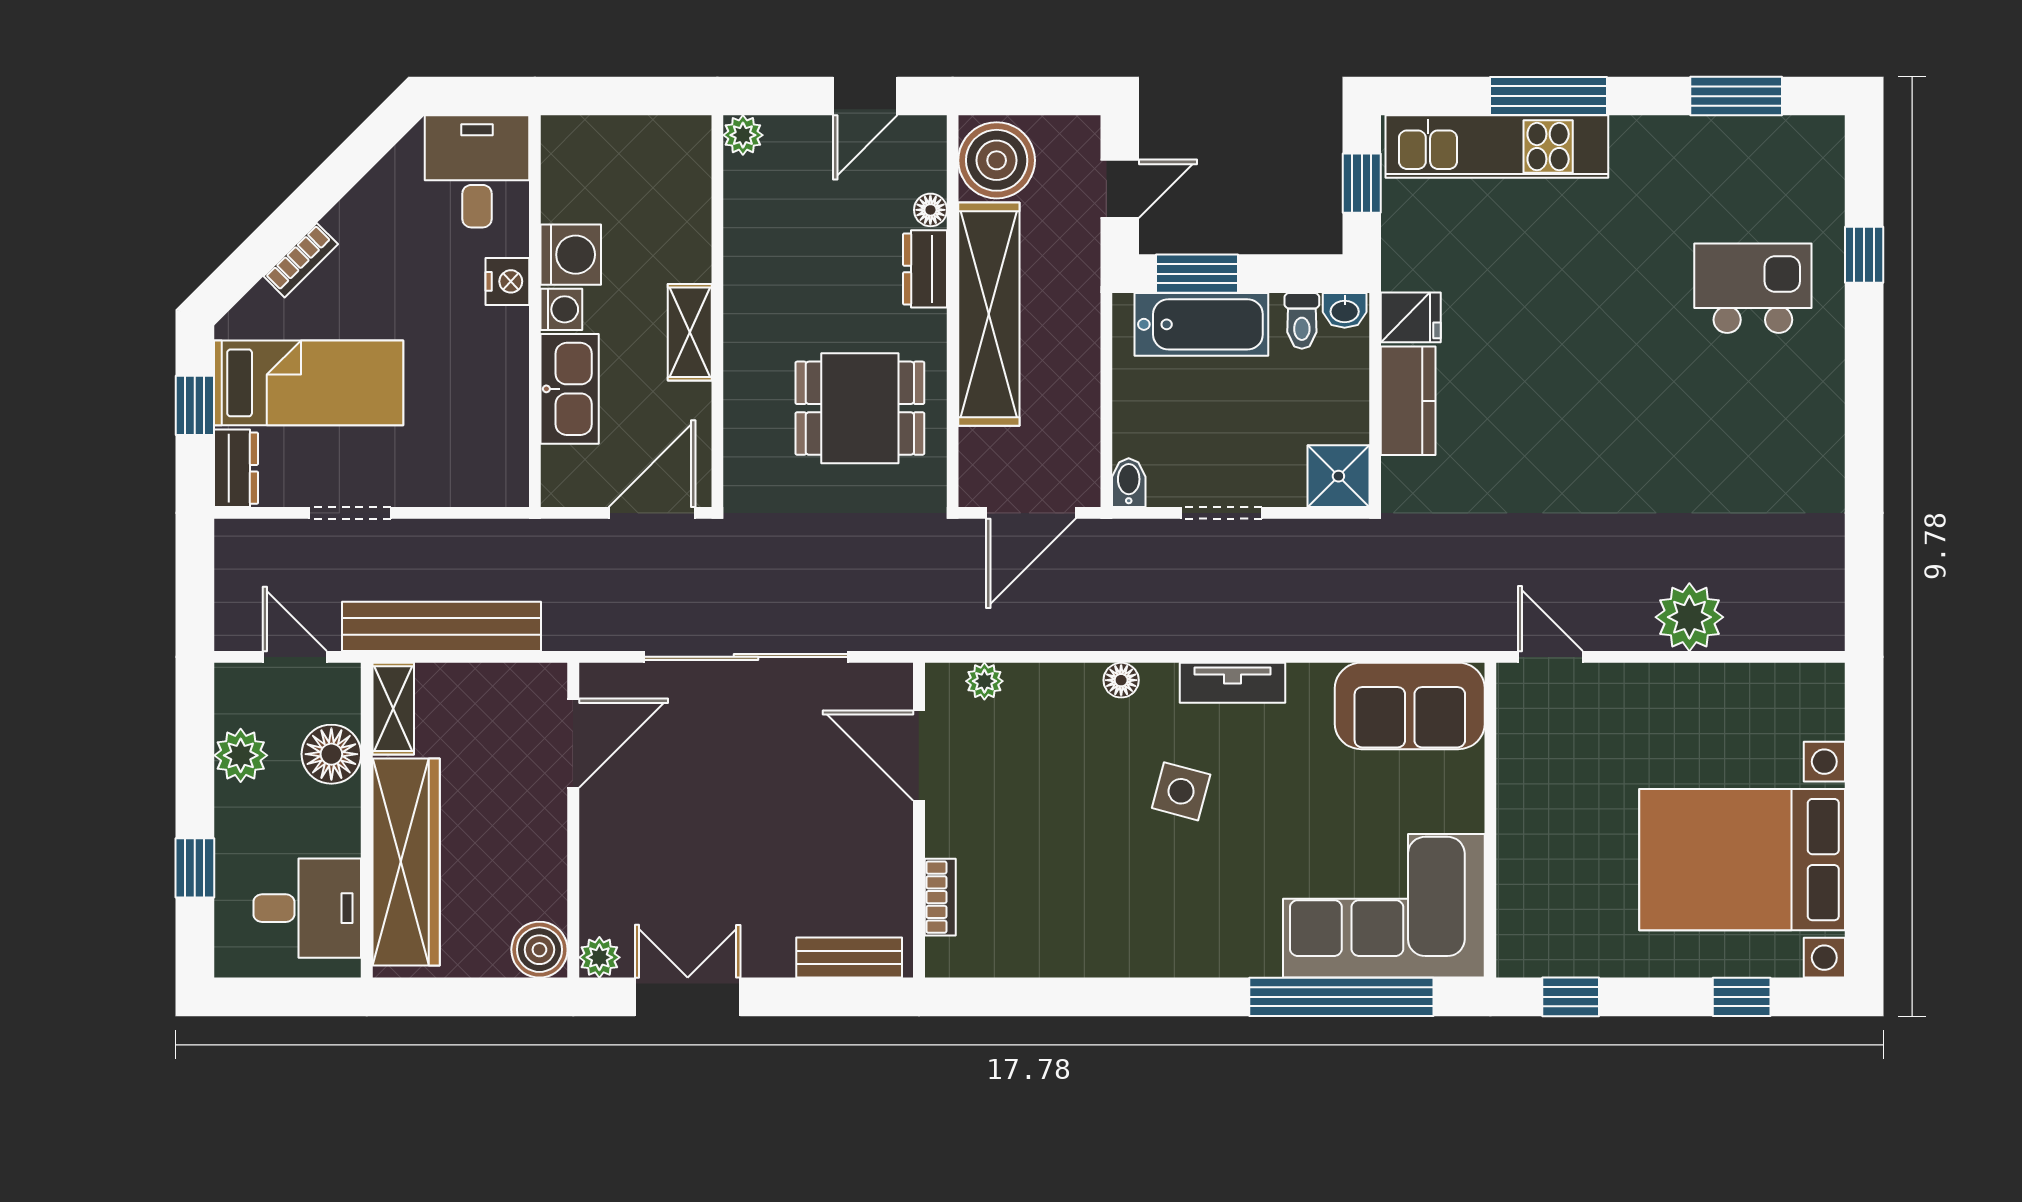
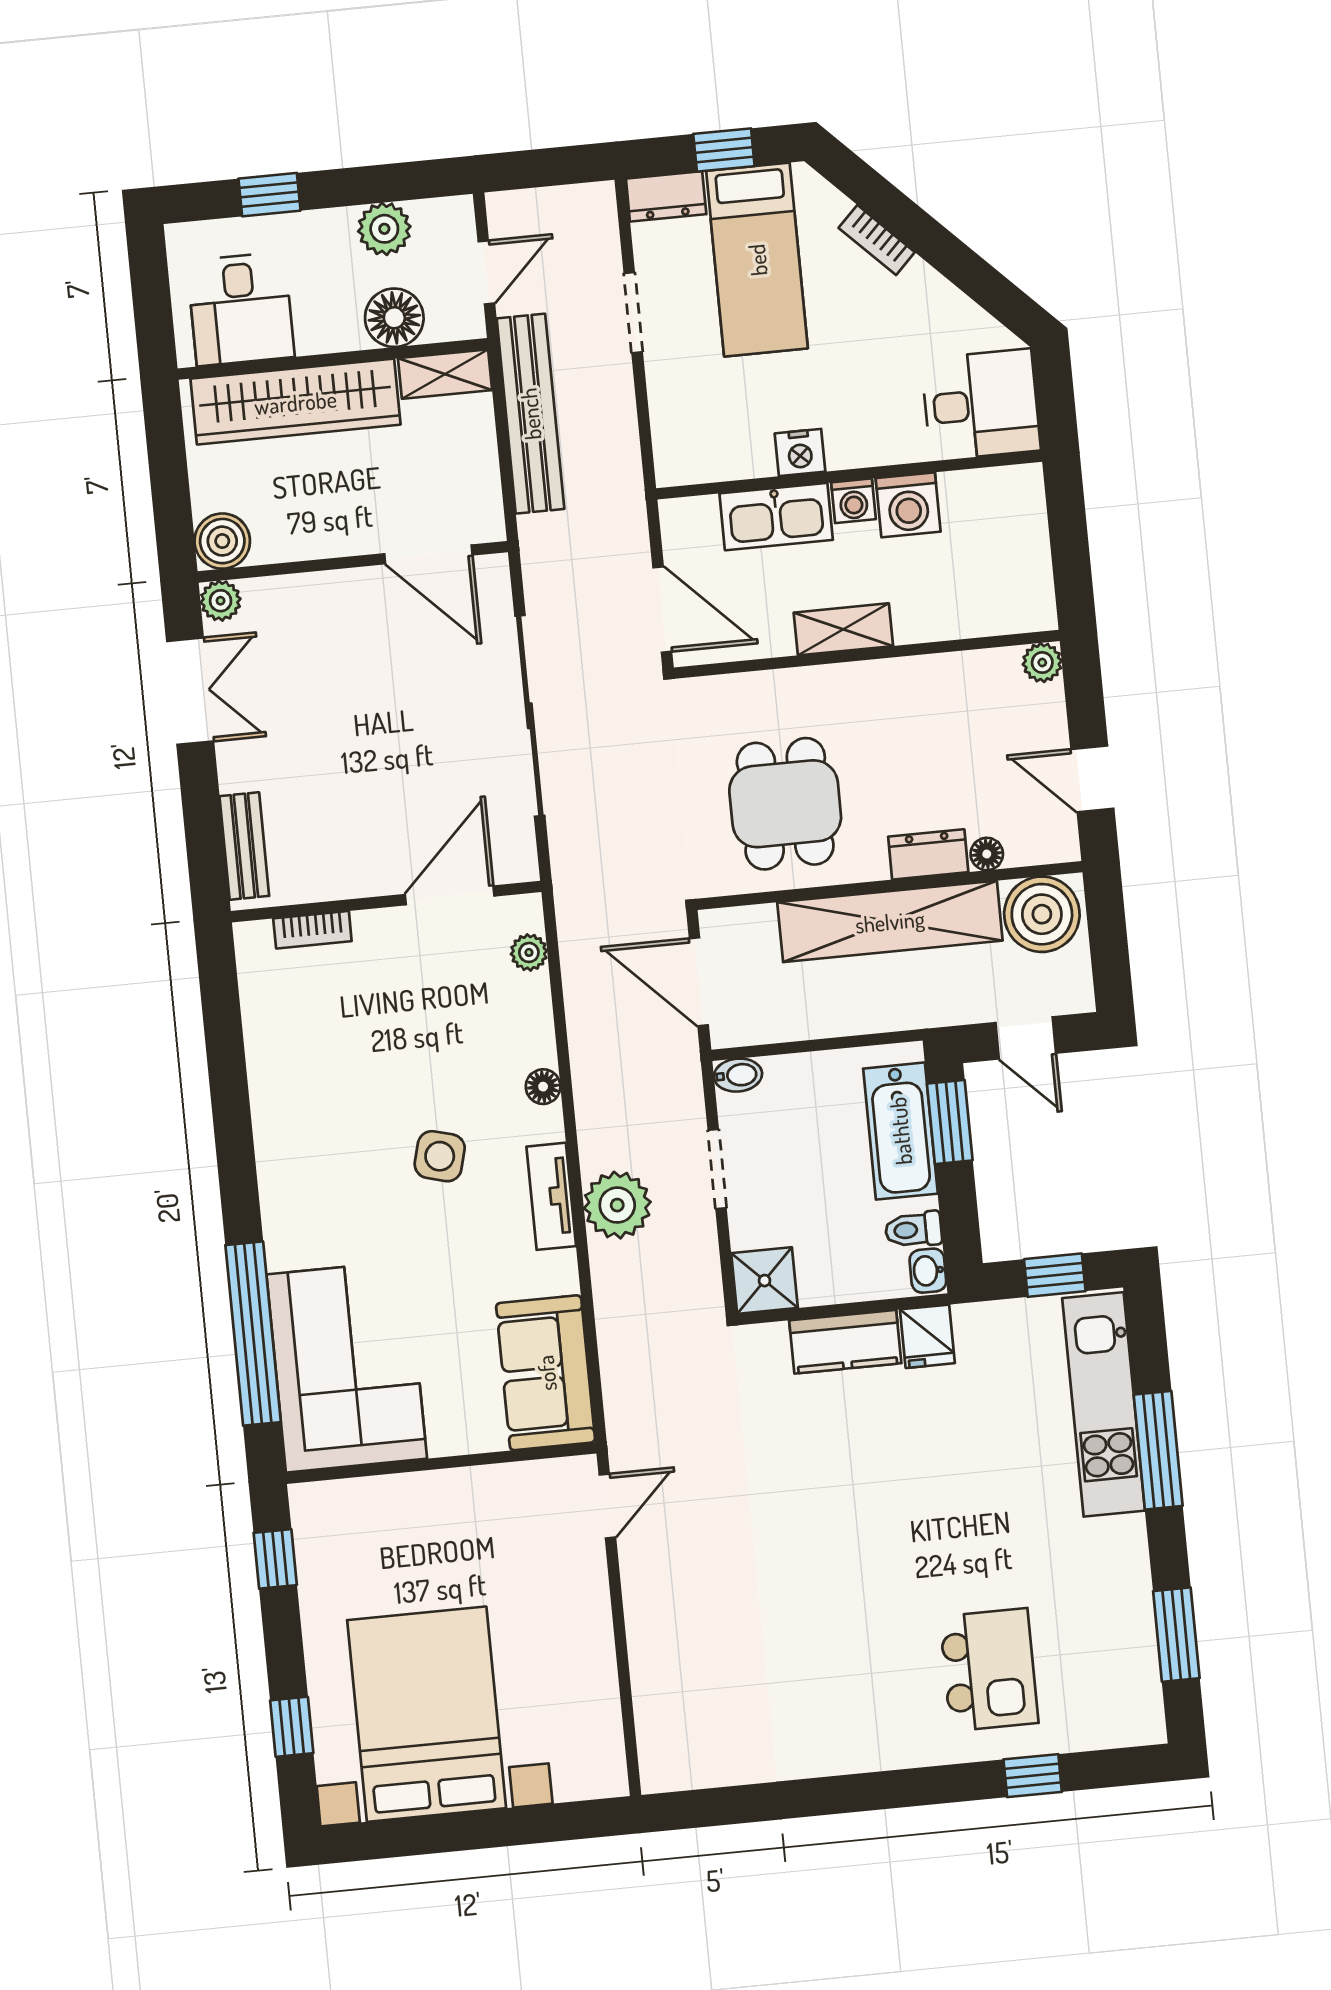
nightstand: (507, 281) -> (800, 453), moved
plant: (1689, 617) -> (617, 1205), moved

